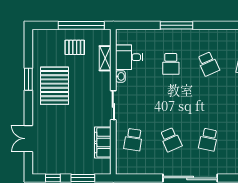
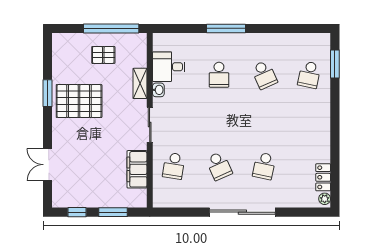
shelving: (105, 58) -> (140, 83), moved
pallet: (55, 86) -> (79, 101), turned 90

